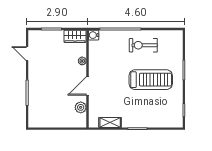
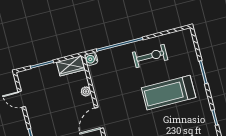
exercise bike: (143, 45) -> (150, 56), turned 180
treadmill: (151, 80) -> (169, 93), turned 180

